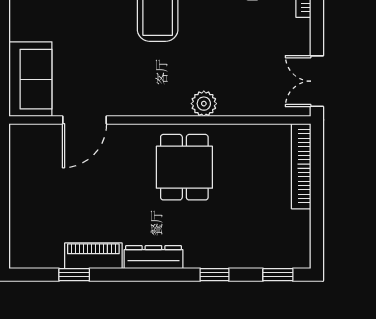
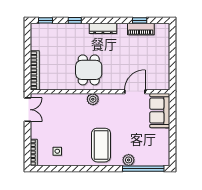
plant: (204, 104) -> (93, 99), moved
piano: (93, 256) -> (141, 29), moved

